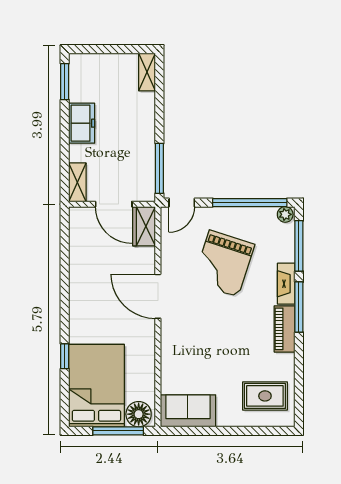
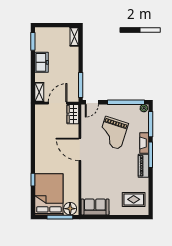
door: (114, 204) -> (58, 103), swing flipped

